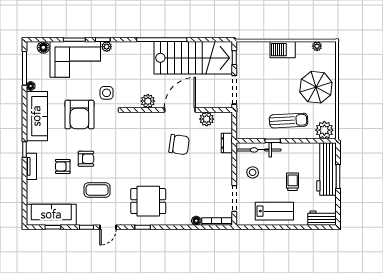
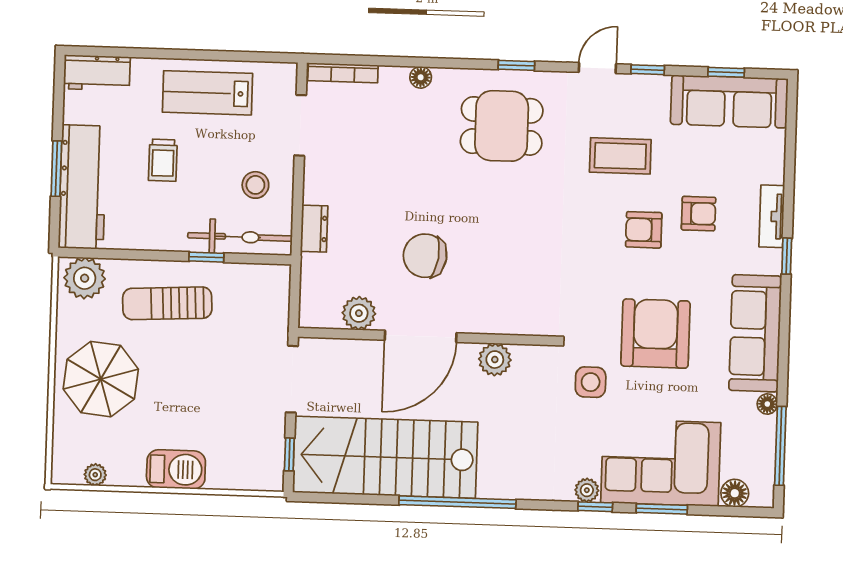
dresser: (227, 143) -> (314, 229), moved
floor lamp: (196, 221) -> (421, 77), moved

